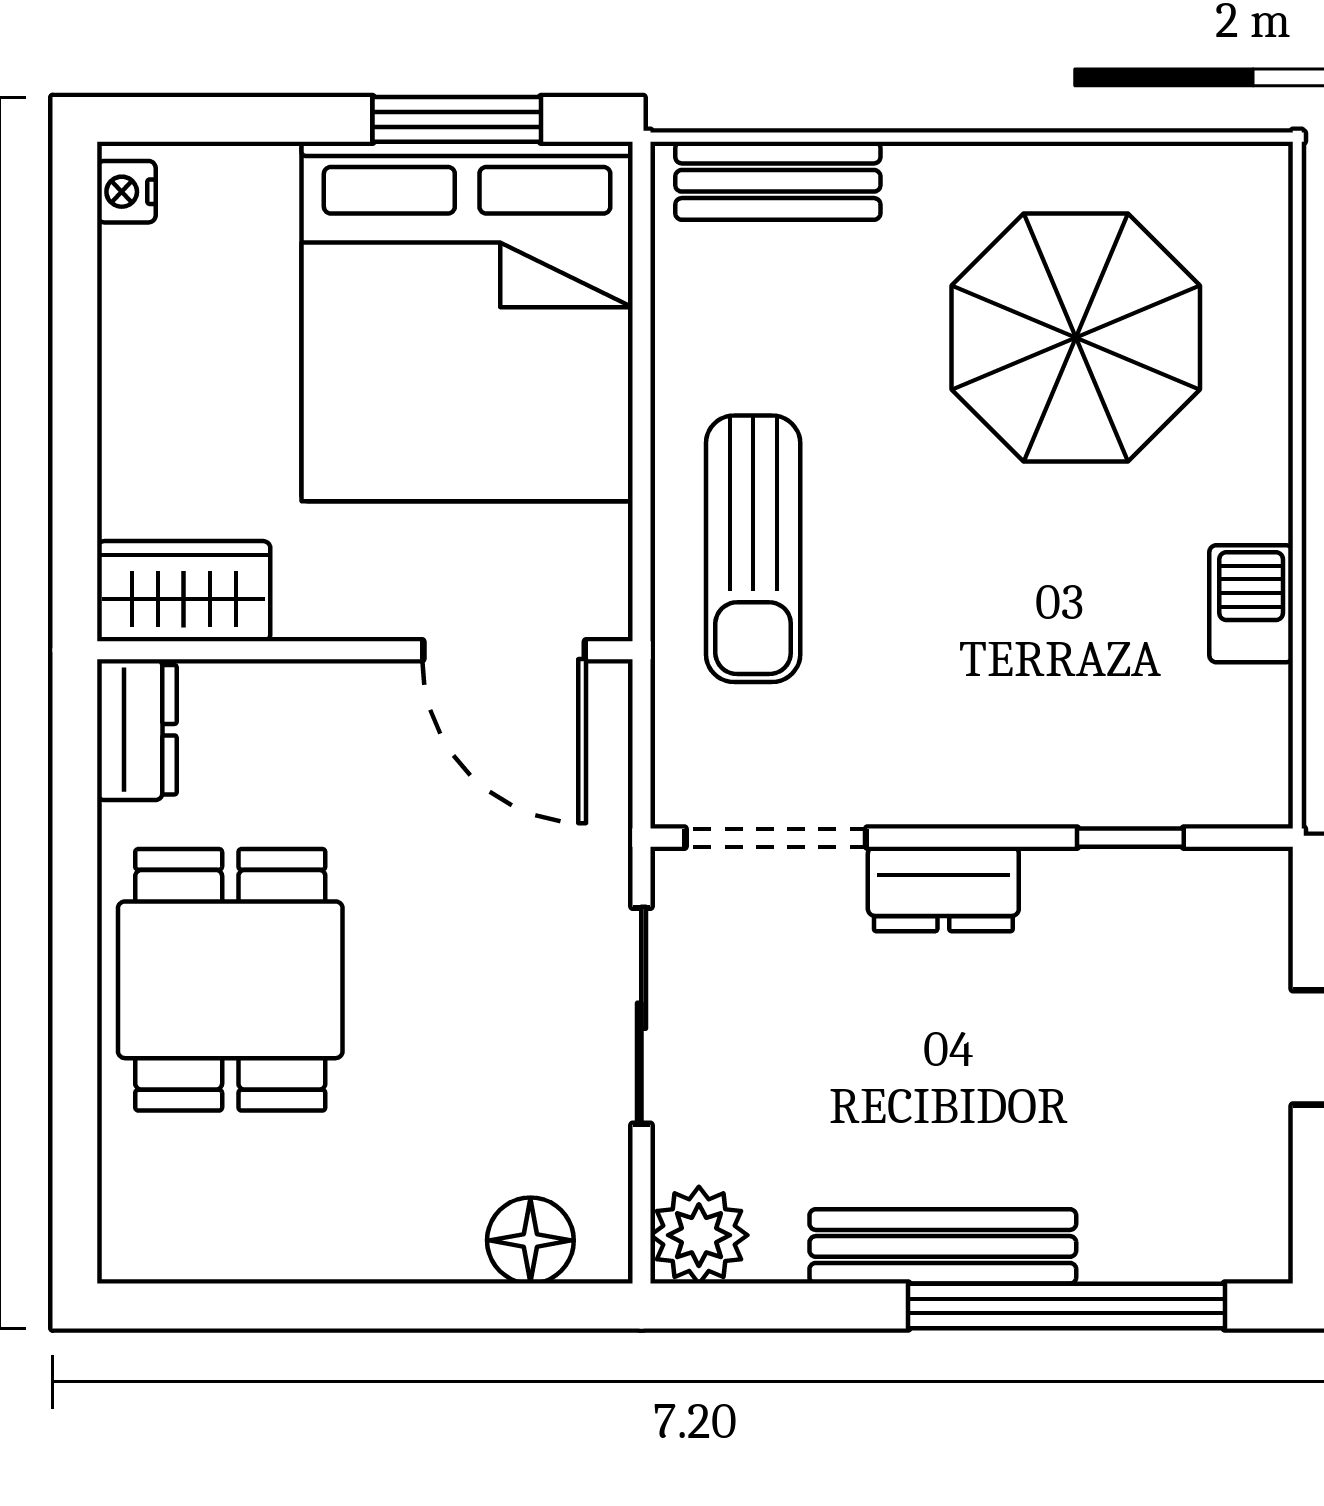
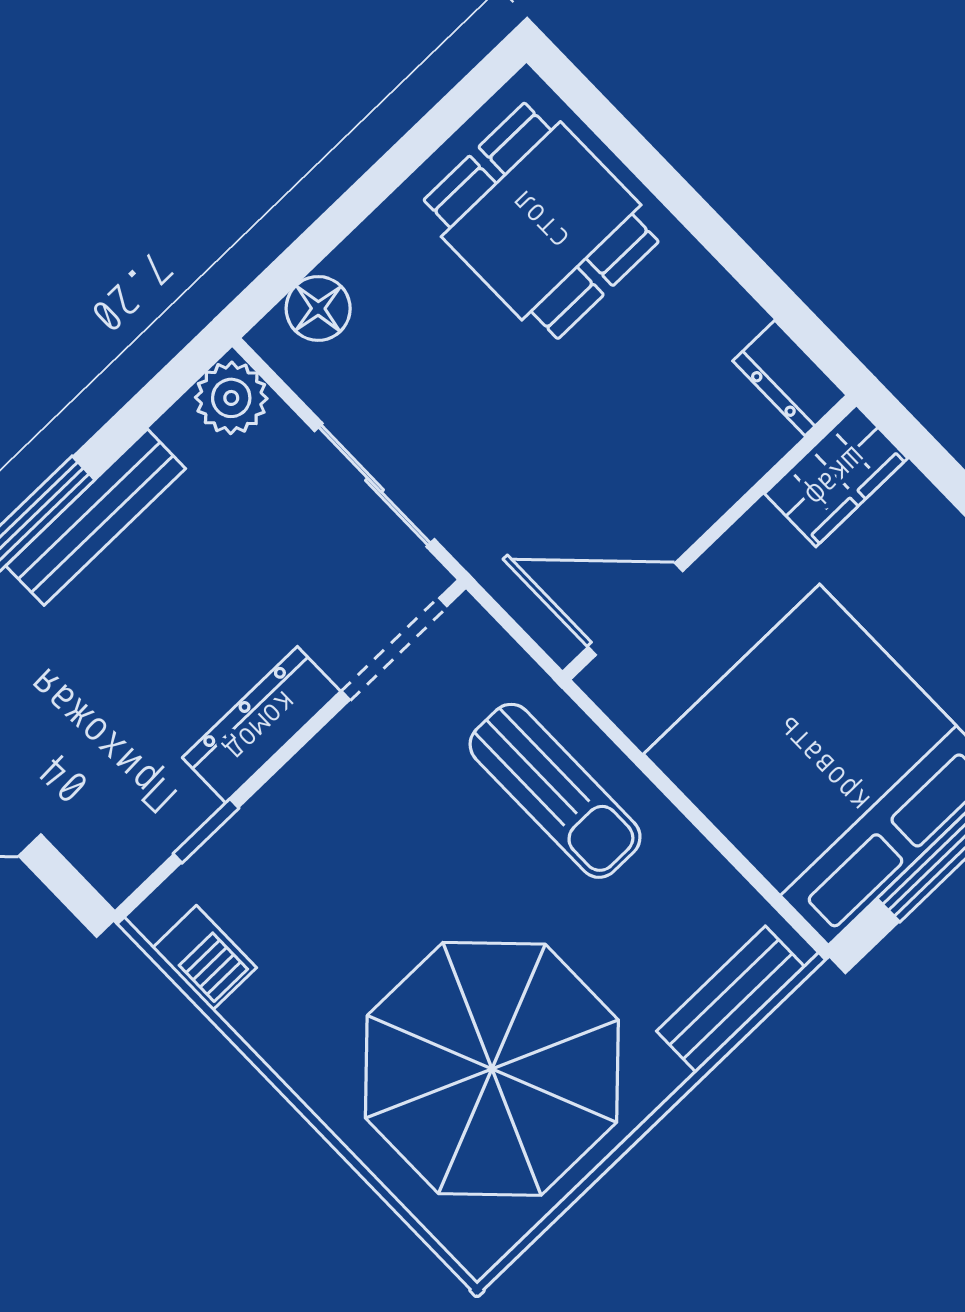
parasol: (1076, 338) -> (492, 1069), width x1.36, depth x1.36
sun lounger: (753, 549) -> (555, 791), turned 180
barbecue: (1251, 604) -> (204, 958), moved
dresser: (943, 889) -> (262, 725), width x1.44
dining table: (230, 980) -> (541, 221), moved

